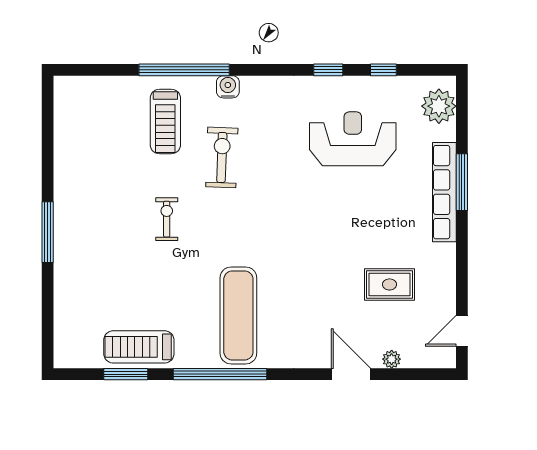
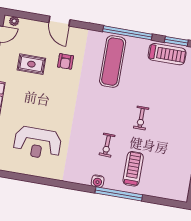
window: (328, 70) -> (44, 181), removed
window: (383, 70) -> (15, 176), removed
exercise bike: (222, 157) -> (107, 145), width x0.73, depth x0.72
armchair: (327, 300) -> (65, 61), added
plant: (392, 359) -> (14, 21), moved

